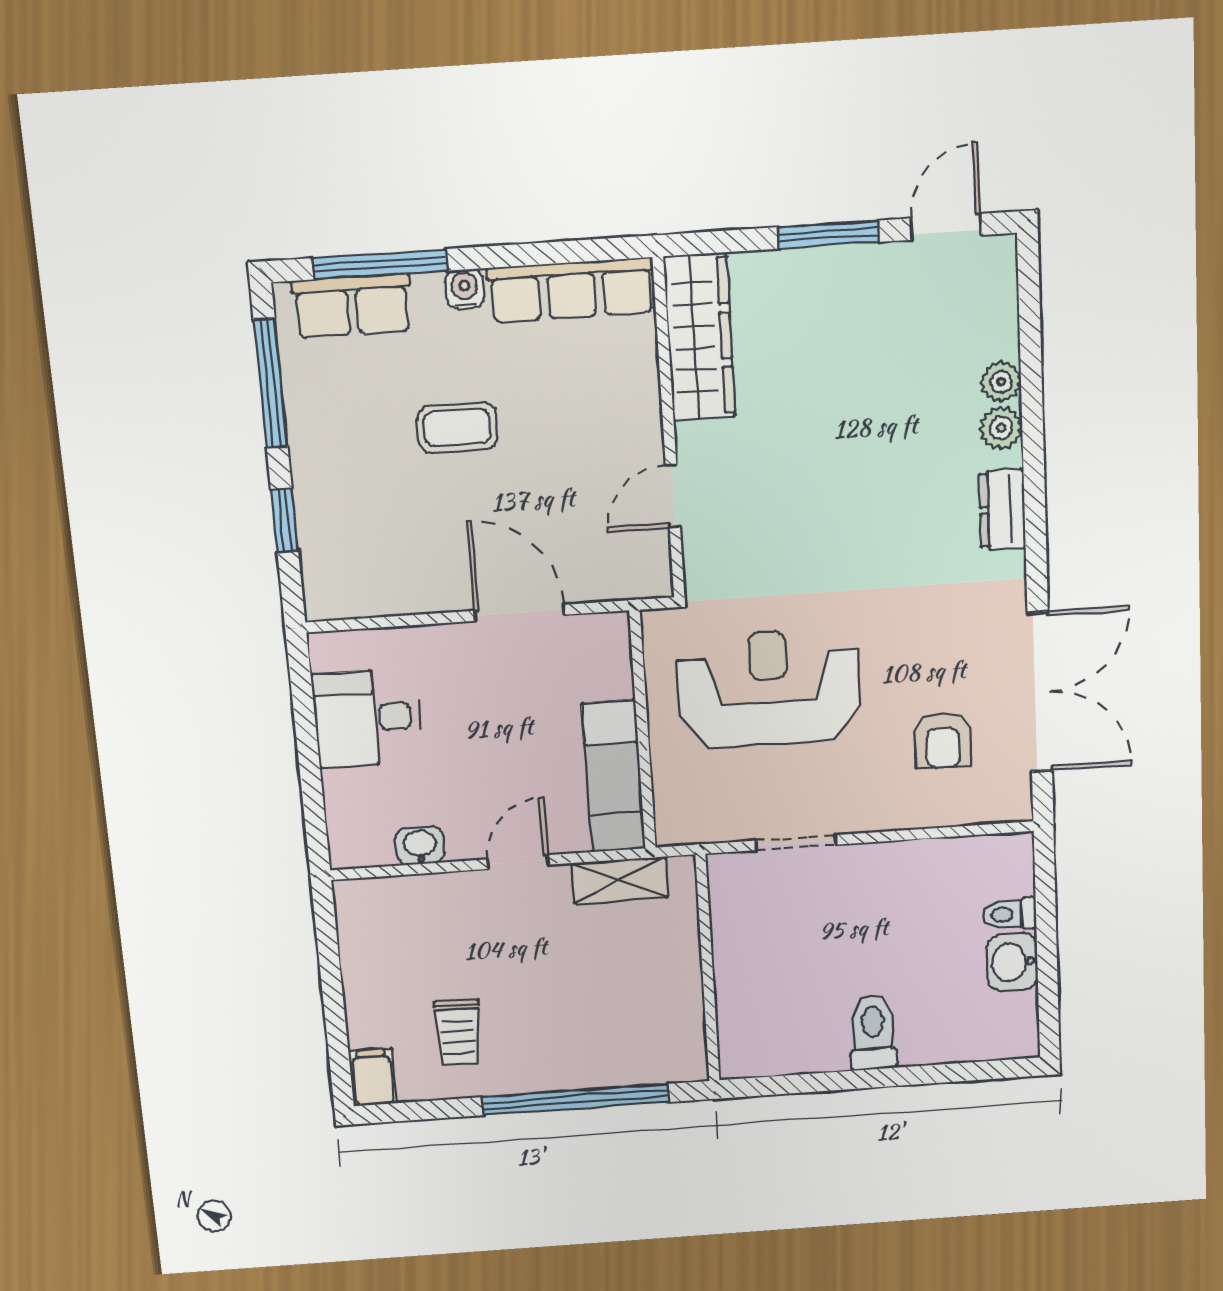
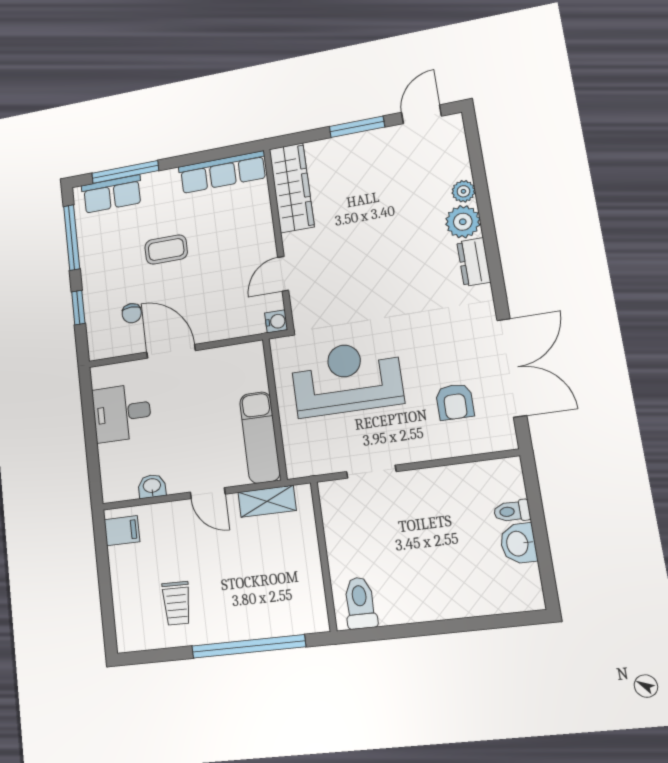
water cooler: (465, 289) -> (276, 321), moved, turned 90
plant: (1001, 428) -> (463, 222), width x1.38, depth x1.38
chair: (388, 541) -> (132, 313), added
door: (520, 613) -> (171, 351), moved
door: (518, 862) -> (208, 493), swing flipped
toilet: (873, 1032) -> (360, 603), moved
filing cabinet: (373, 1077) -> (122, 531), moved, turned 90

